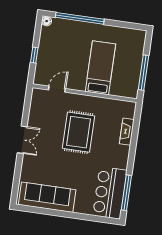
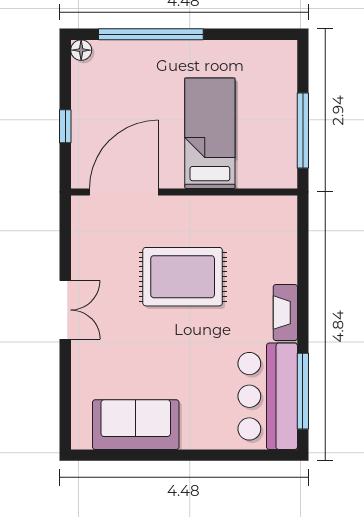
door: (57, 89) -> (124, 192), width x1.88
rug: (78, 132) -> (183, 277), turned 90
fireplace: (127, 132) -> (285, 313), moved
sofa: (47, 197) -> (136, 425), width x0.73

